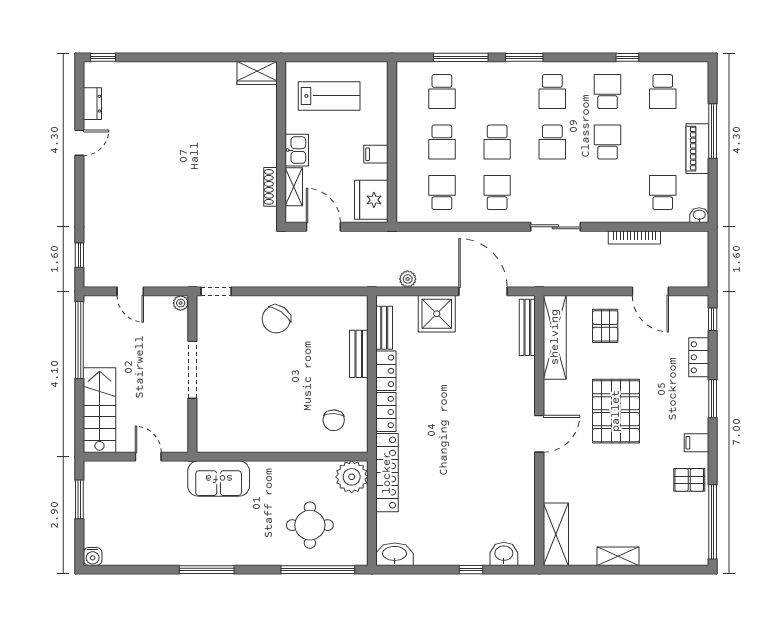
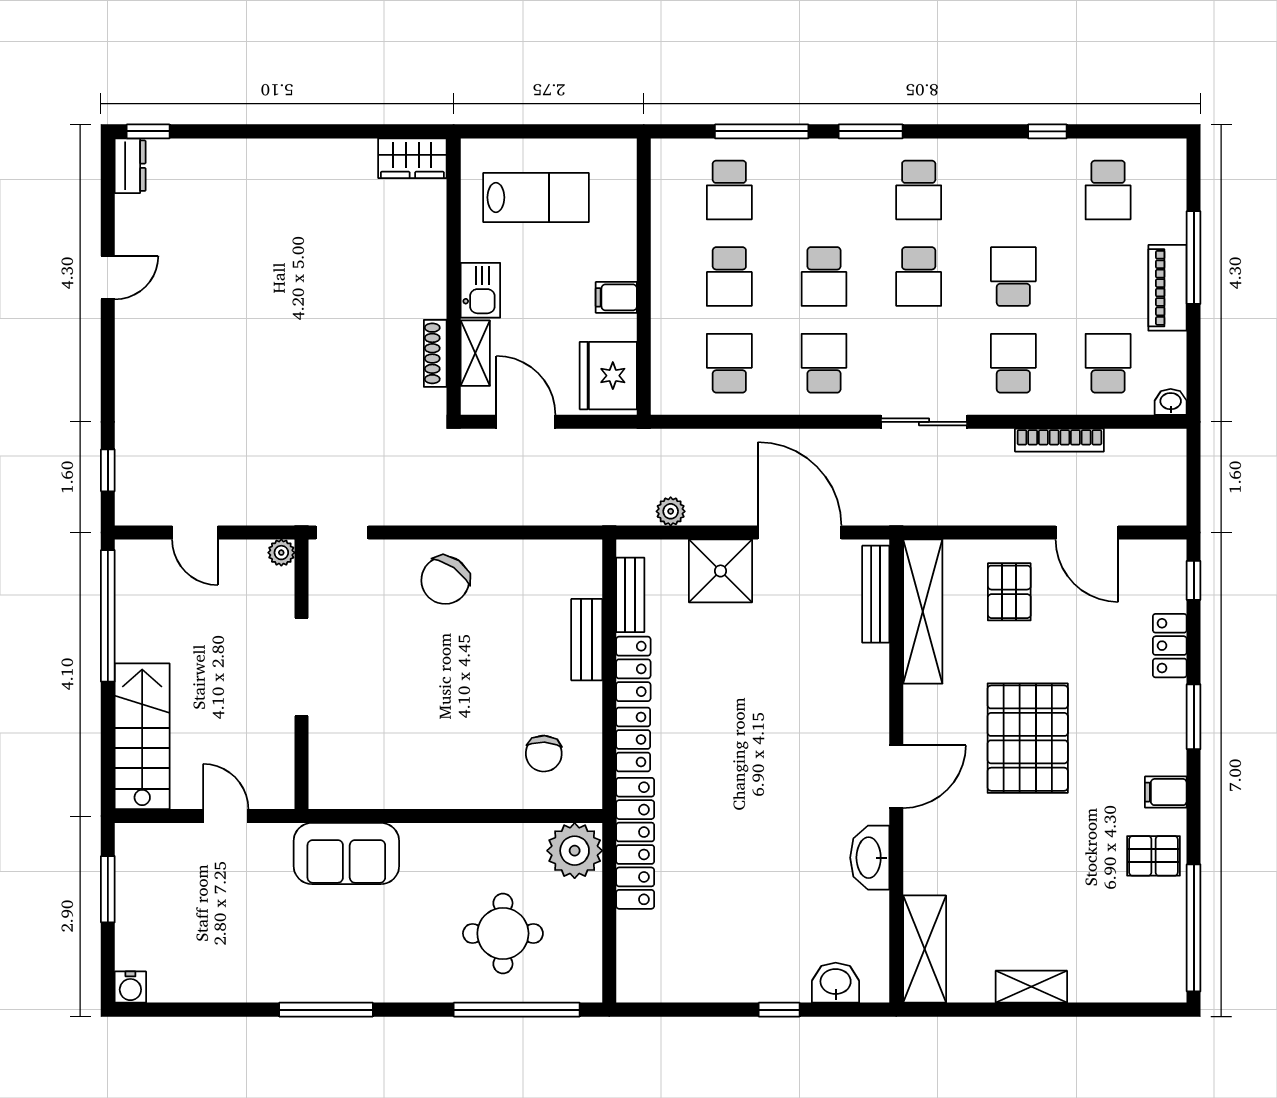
school desk: (608, 92) -> (1013, 363), moved
dresser: (92, 104) -> (130, 166), moved
washbasin: (395, 554) -> (870, 858), moved, turned -90

